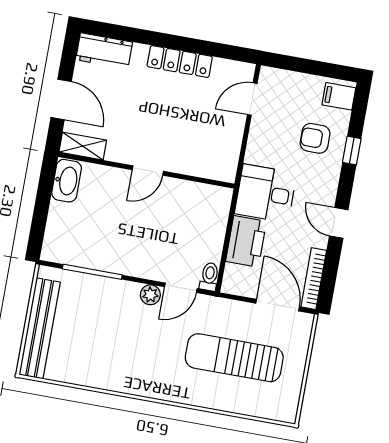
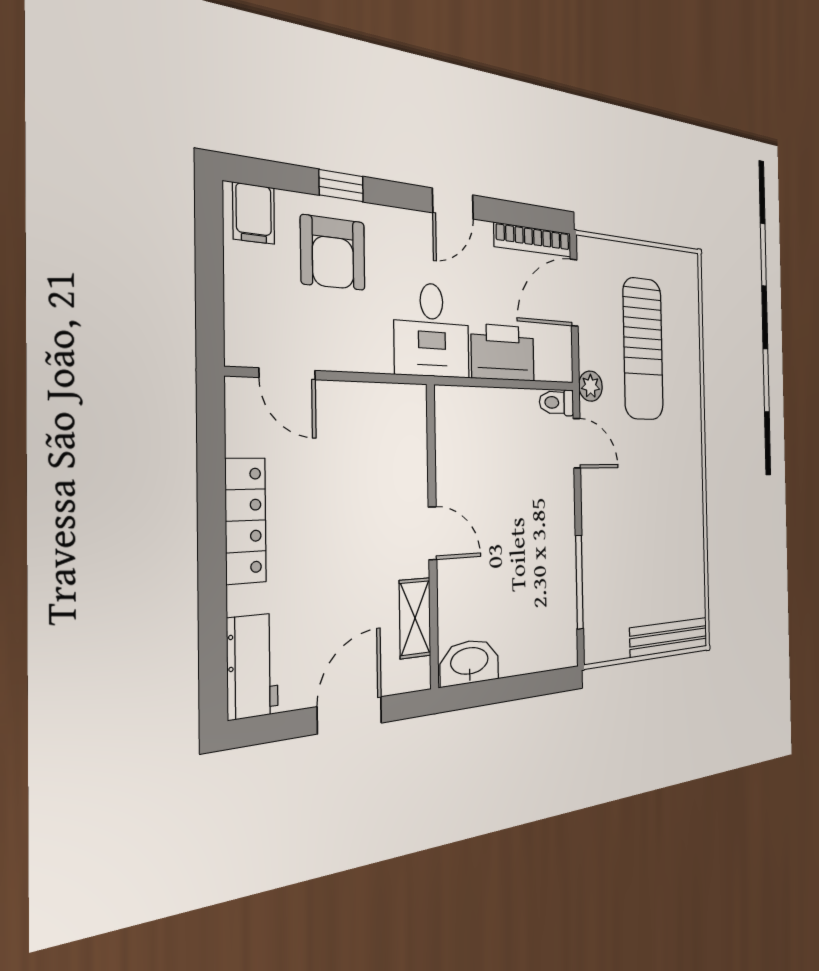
armchair: (315, 138) -> (333, 253), width x1.38, depth x1.38
shelving: (83, 146) -> (415, 618), moved
plant: (150, 295) -> (591, 386), moved
bench: (40, 328) -> (669, 637), width x0.73, depth x0.82

